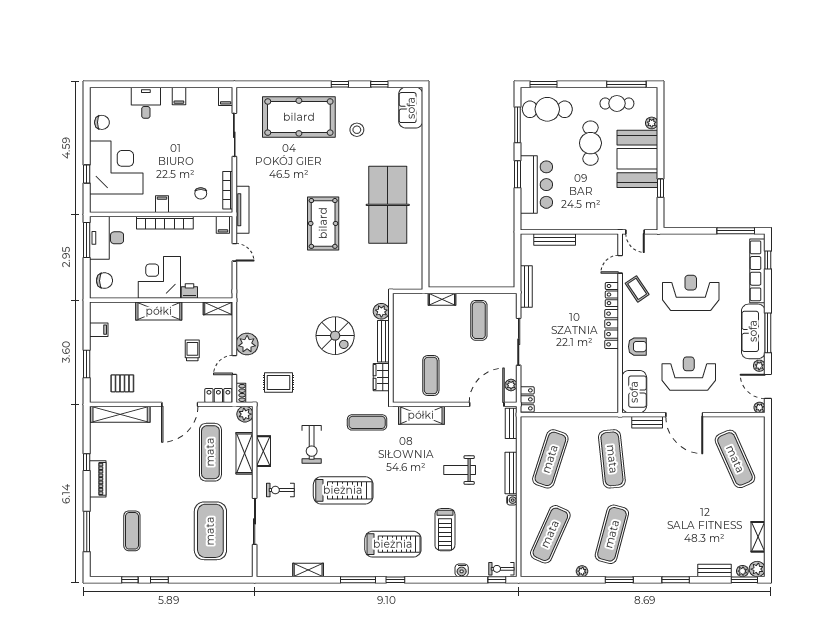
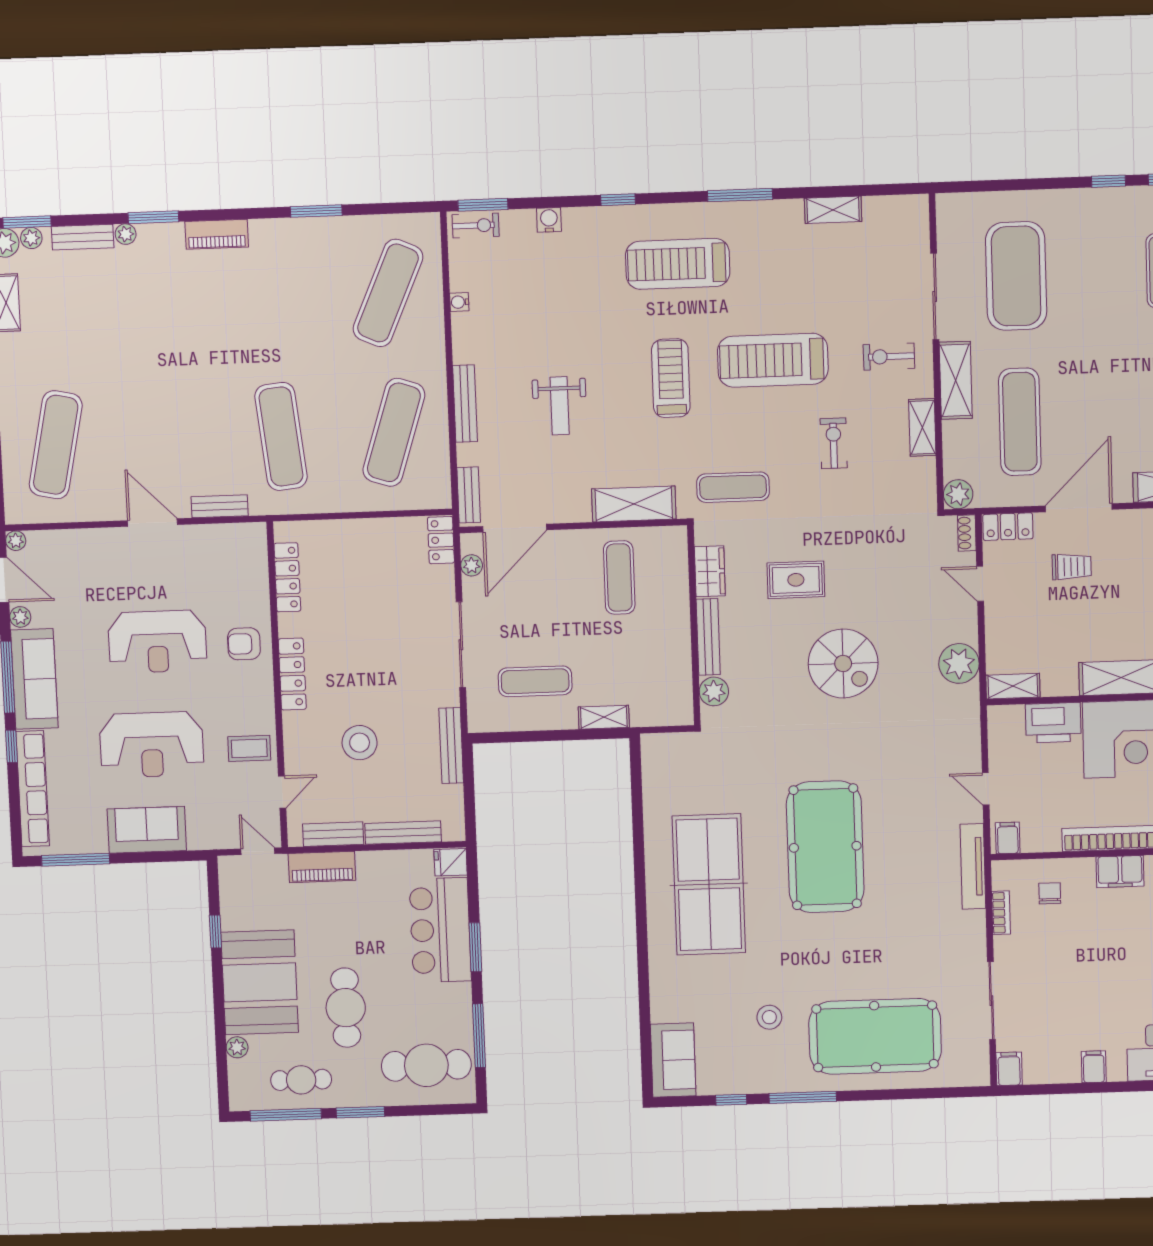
window: (340, 84) -> (803, 1097), width x2.17
window: (544, 84) -> (360, 1112), moved
bookcase: (228, 190) -> (1001, 913), width x0.64
filing cabinet: (162, 204) -> (1120, 872), width x2.00
fridge: (529, 222) -> (451, 862), added
piano: (600, 222) -> (322, 867), added
pool table: (323, 223) -> (825, 847), width x1.36, depth x1.32
bench: (593, 240) -> (333, 834), added
window: (768, 260) -> (11, 746), moved
coffee table: (637, 289) -> (249, 748), turned -56
stool: (576, 290) -> (360, 743), added
printer: (189, 291) -> (1053, 723), width x1.87, depth x1.48
locker: (612, 295) -> (287, 577), moved, width x1.53
exercise mat: (479, 320) -> (535, 681), turned 90
spiral stairs: (335, 336) -> (843, 664), moved, turned 180
plant: (247, 344) -> (959, 663), moved
trolley: (192, 350) -> (1072, 567), moved, turned -90
door: (234, 365) -> (980, 584), swing flipped
reception desk: (689, 374) -> (157, 642), moved
rug: (279, 382) -> (796, 580), moved
sofa: (634, 392) -> (147, 830), moved, turned 90
door: (684, 415) -> (152, 523), width x0.73
exercise bike: (312, 444) -> (834, 443), width x0.73, depth x0.72
shelving: (245, 453) -> (956, 380), moved
exercise mat: (735, 459) -> (56, 445), turned 36
weight bench: (460, 470) -> (560, 406), turned 90
exercise bike: (280, 490) -> (889, 357), turned 180
water cooler: (512, 500) -> (459, 302), moved
treadmill: (445, 530) -> (671, 378), moved
exercise mat: (612, 534) -> (275, 297), removed
piano: (642, 569) -> (217, 234), added
plant: (582, 571) -> (126, 234), moved
window: (395, 580) -> (618, 200), moved
window: (497, 580) -> (483, 205), width x1.50
window: (619, 580) -> (316, 211), moved

